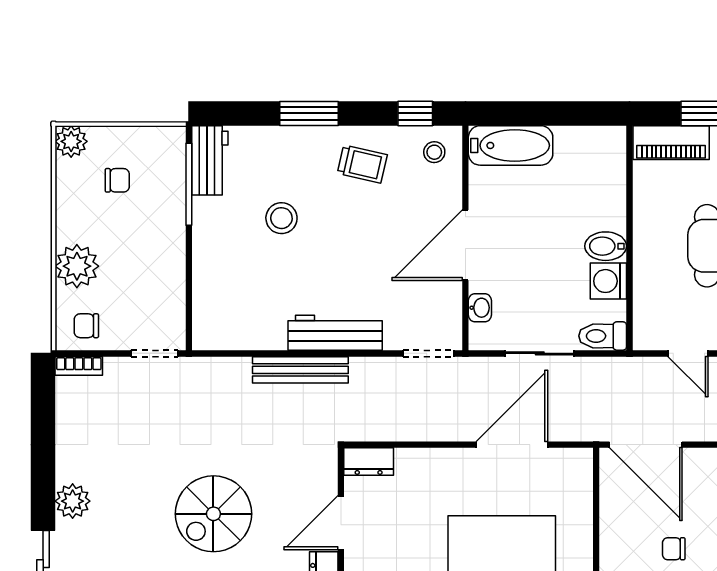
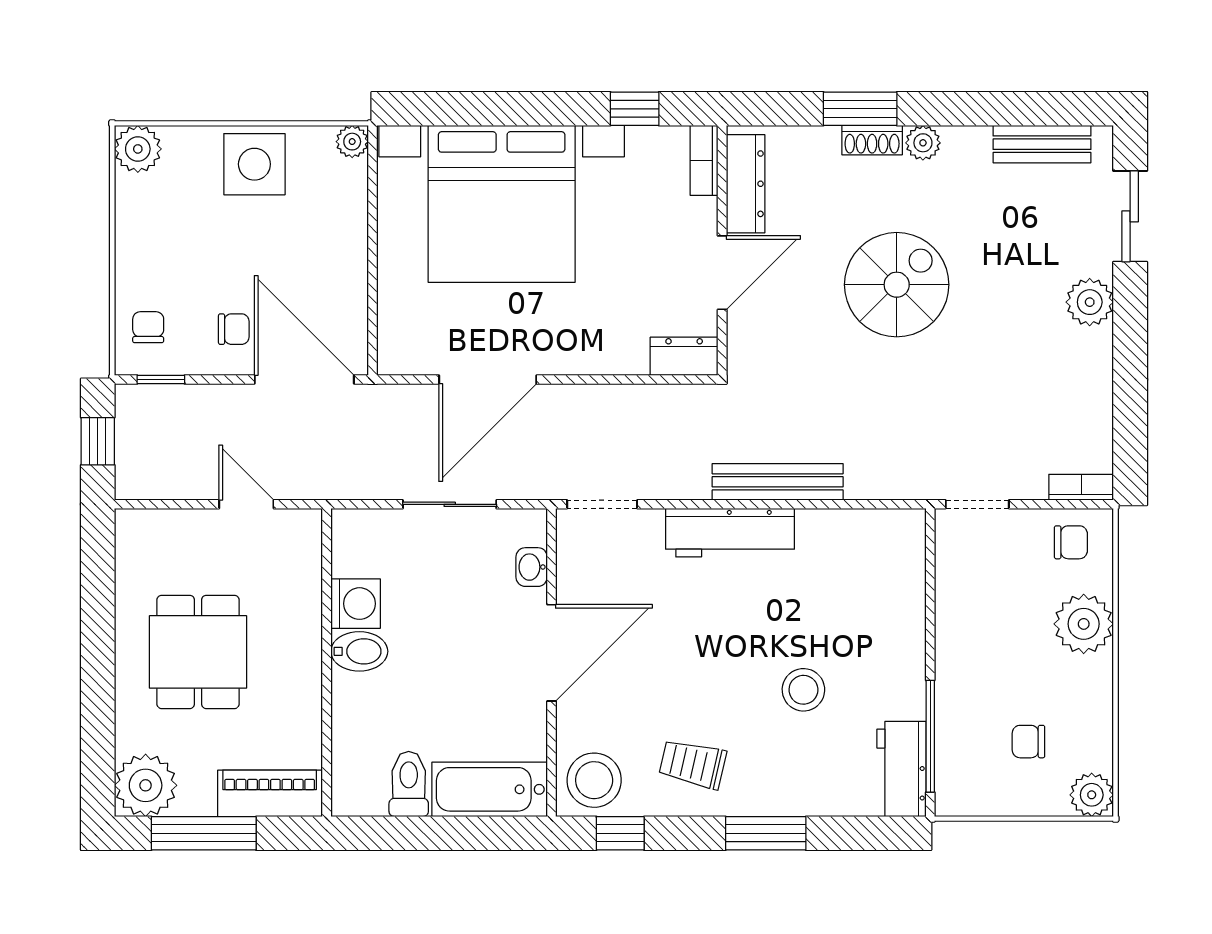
stool: (434, 152) -> (594, 780), width x1.89, depth x1.89
toilet: (603, 336) -> (409, 784), moved, turned -90
chair: (674, 549) -> (234, 329), moved

